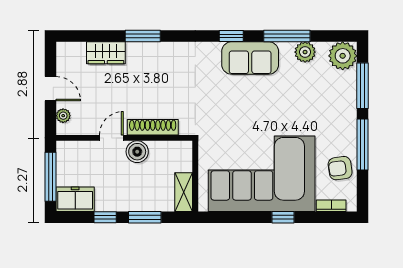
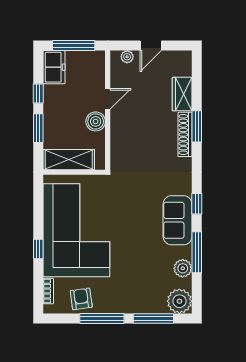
shoe rack: (153, 127) -> (185, 134), moved, turned 180
door: (111, 138) -> (108, 99), hinge flipped
shelving: (184, 192) -> (69, 160), width x1.50, depth x1.33

